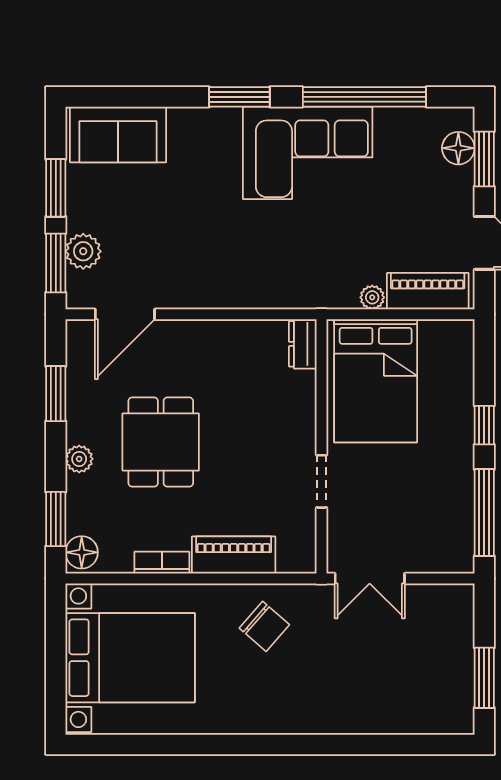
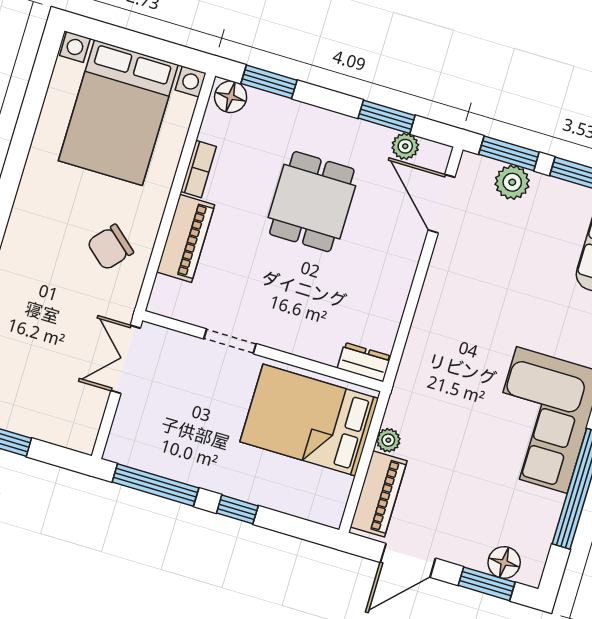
dining table: (161, 442) -> (312, 202), turned 90
plant: (79, 459) -> (405, 146), moved

